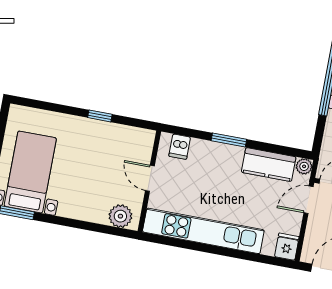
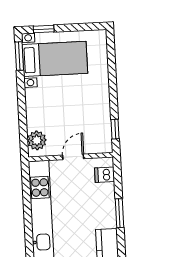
window: (100, 116) -> (115, 129), moved

